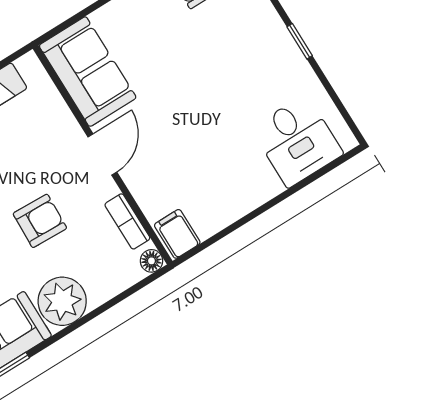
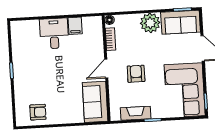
desk: (297, 141) -> (54, 33), moved
armchair: (40, 221) -> (136, 74), moved, turned 88
filing cabinet: (177, 234) -> (75, 26), moved

